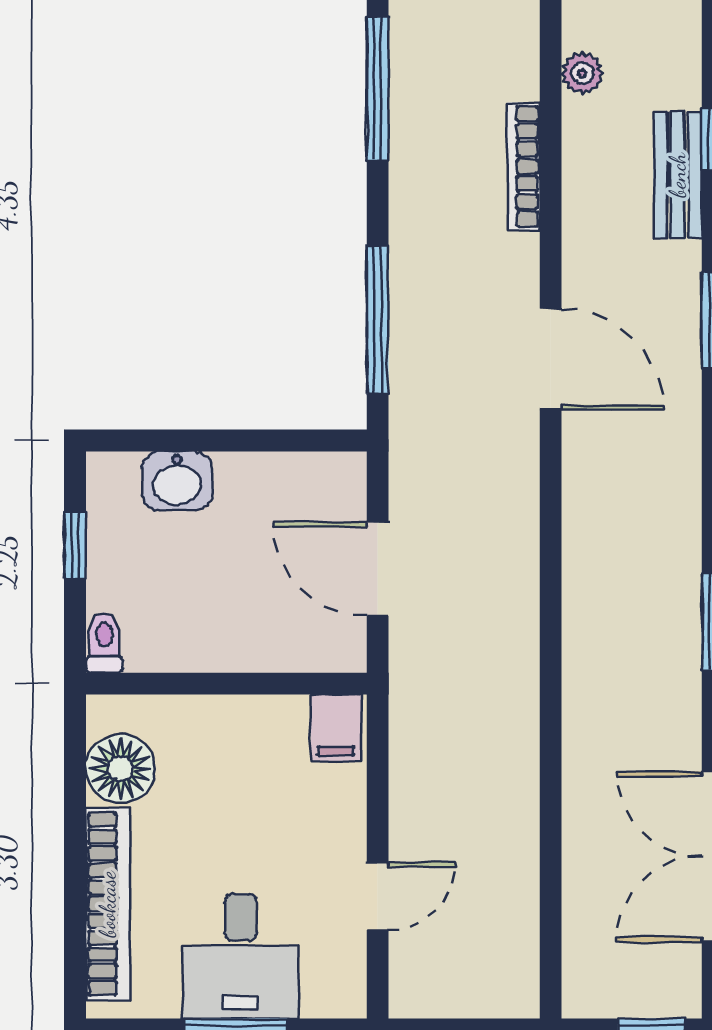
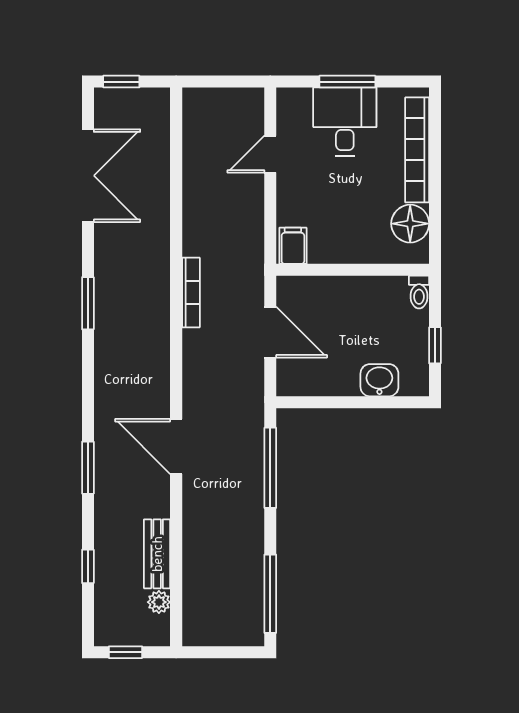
bookcase: (523, 166) -> (191, 292), moved
bench: (678, 175) -> (157, 554), moved

